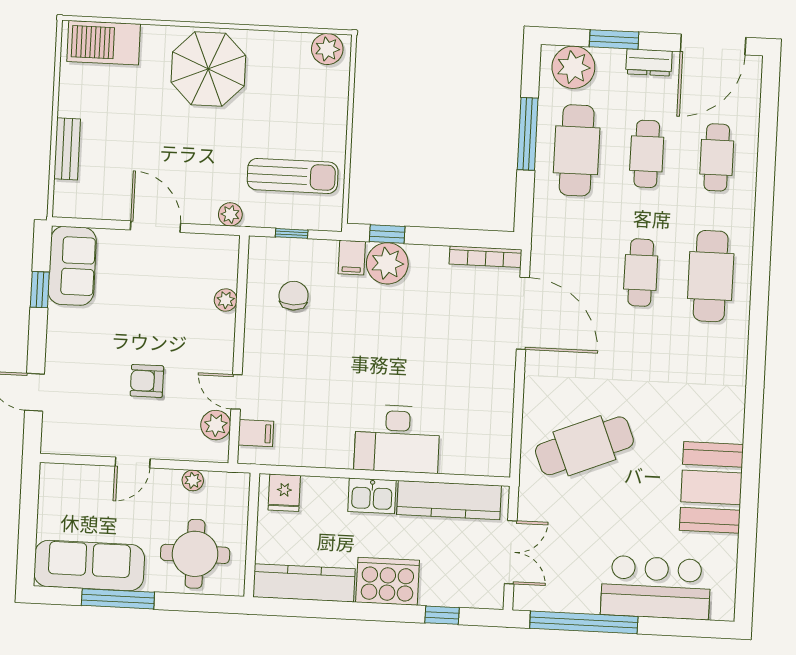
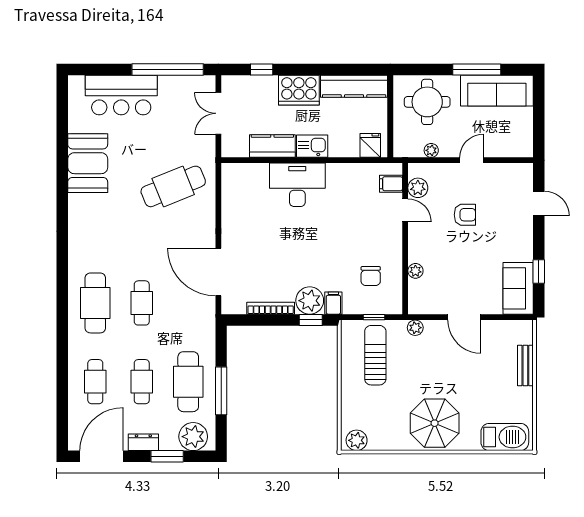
sun lounger: (293, 176) -> (375, 355), turned 90
bookcase: (486, 257) -> (271, 308), moved
kitchen counter: (449, 500) -> (272, 146), width x0.67

